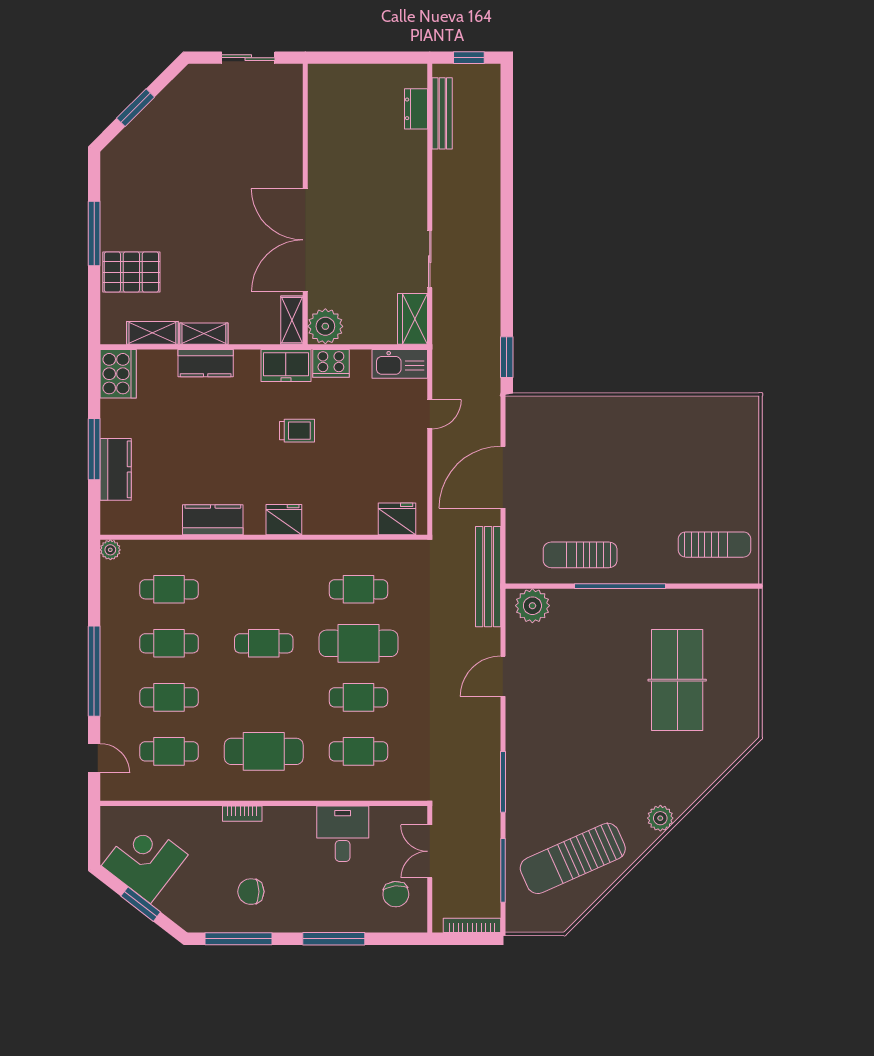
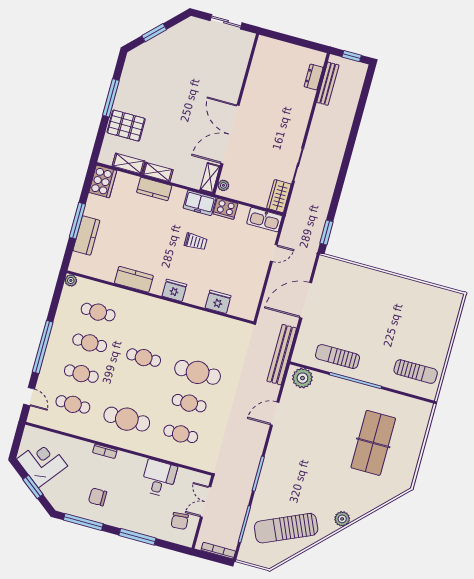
plant: (325, 326) -> (223, 185), width x0.53, depth x0.53
fridge: (397, 519) -> (218, 302), moved
cafe table: (358, 589) -> (206, 342), removed

